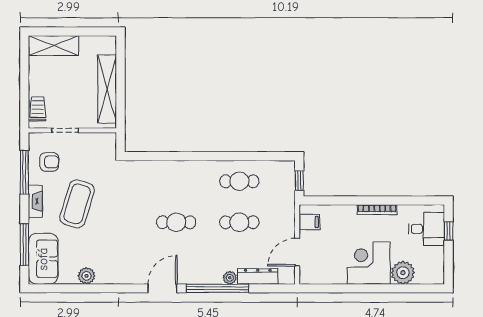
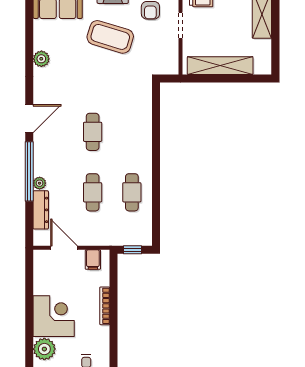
bookcase: (377, 210) -> (105, 306), moved
plant: (86, 276) -> (41, 59), moved
door: (163, 288) -> (29, 119), hinge flipped

